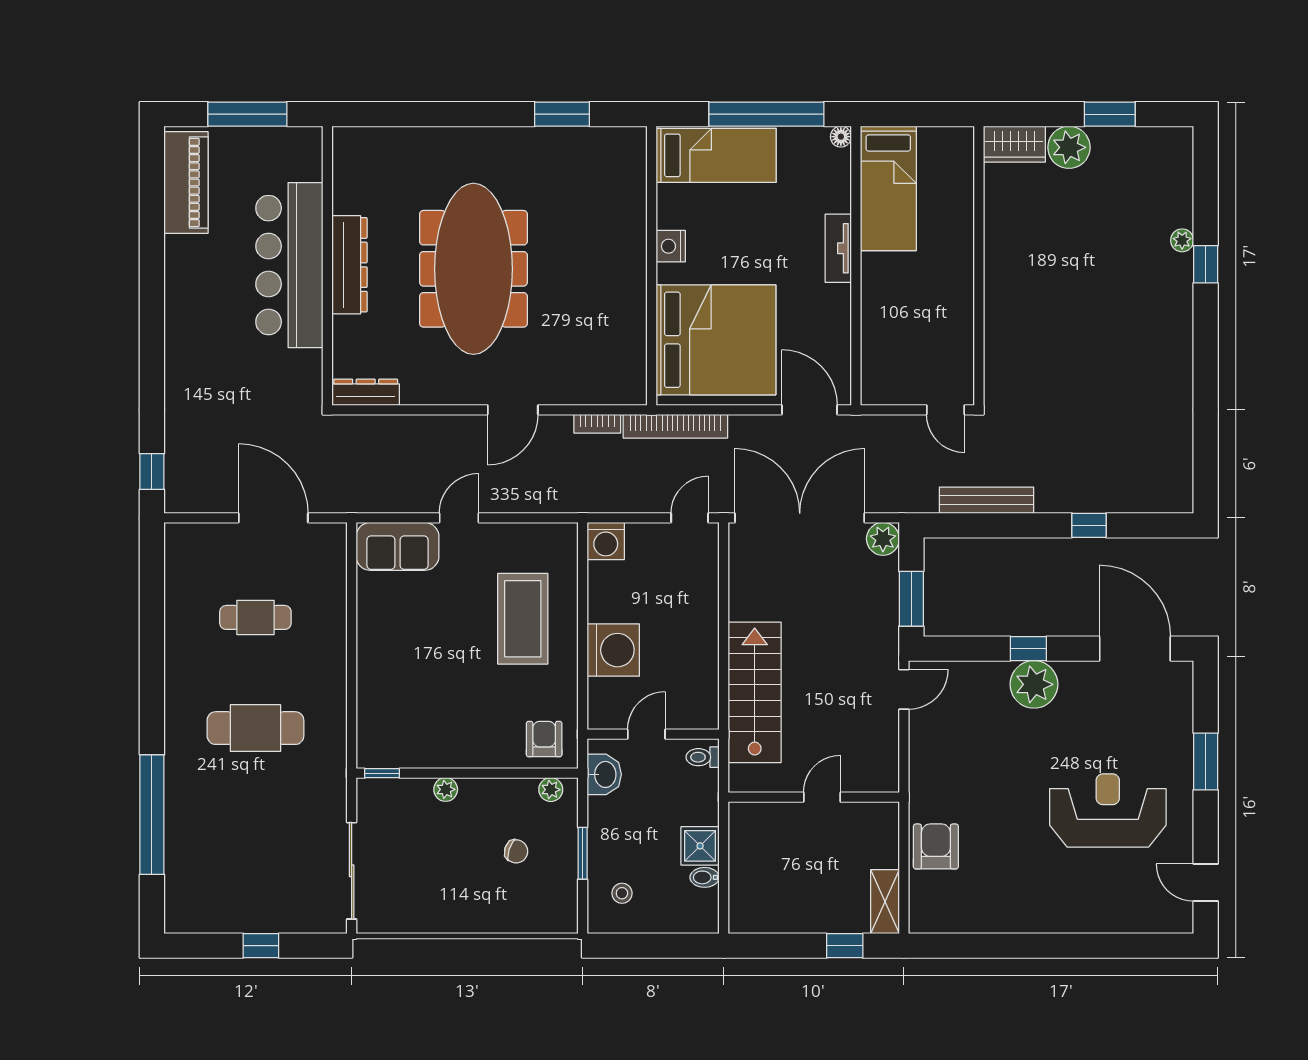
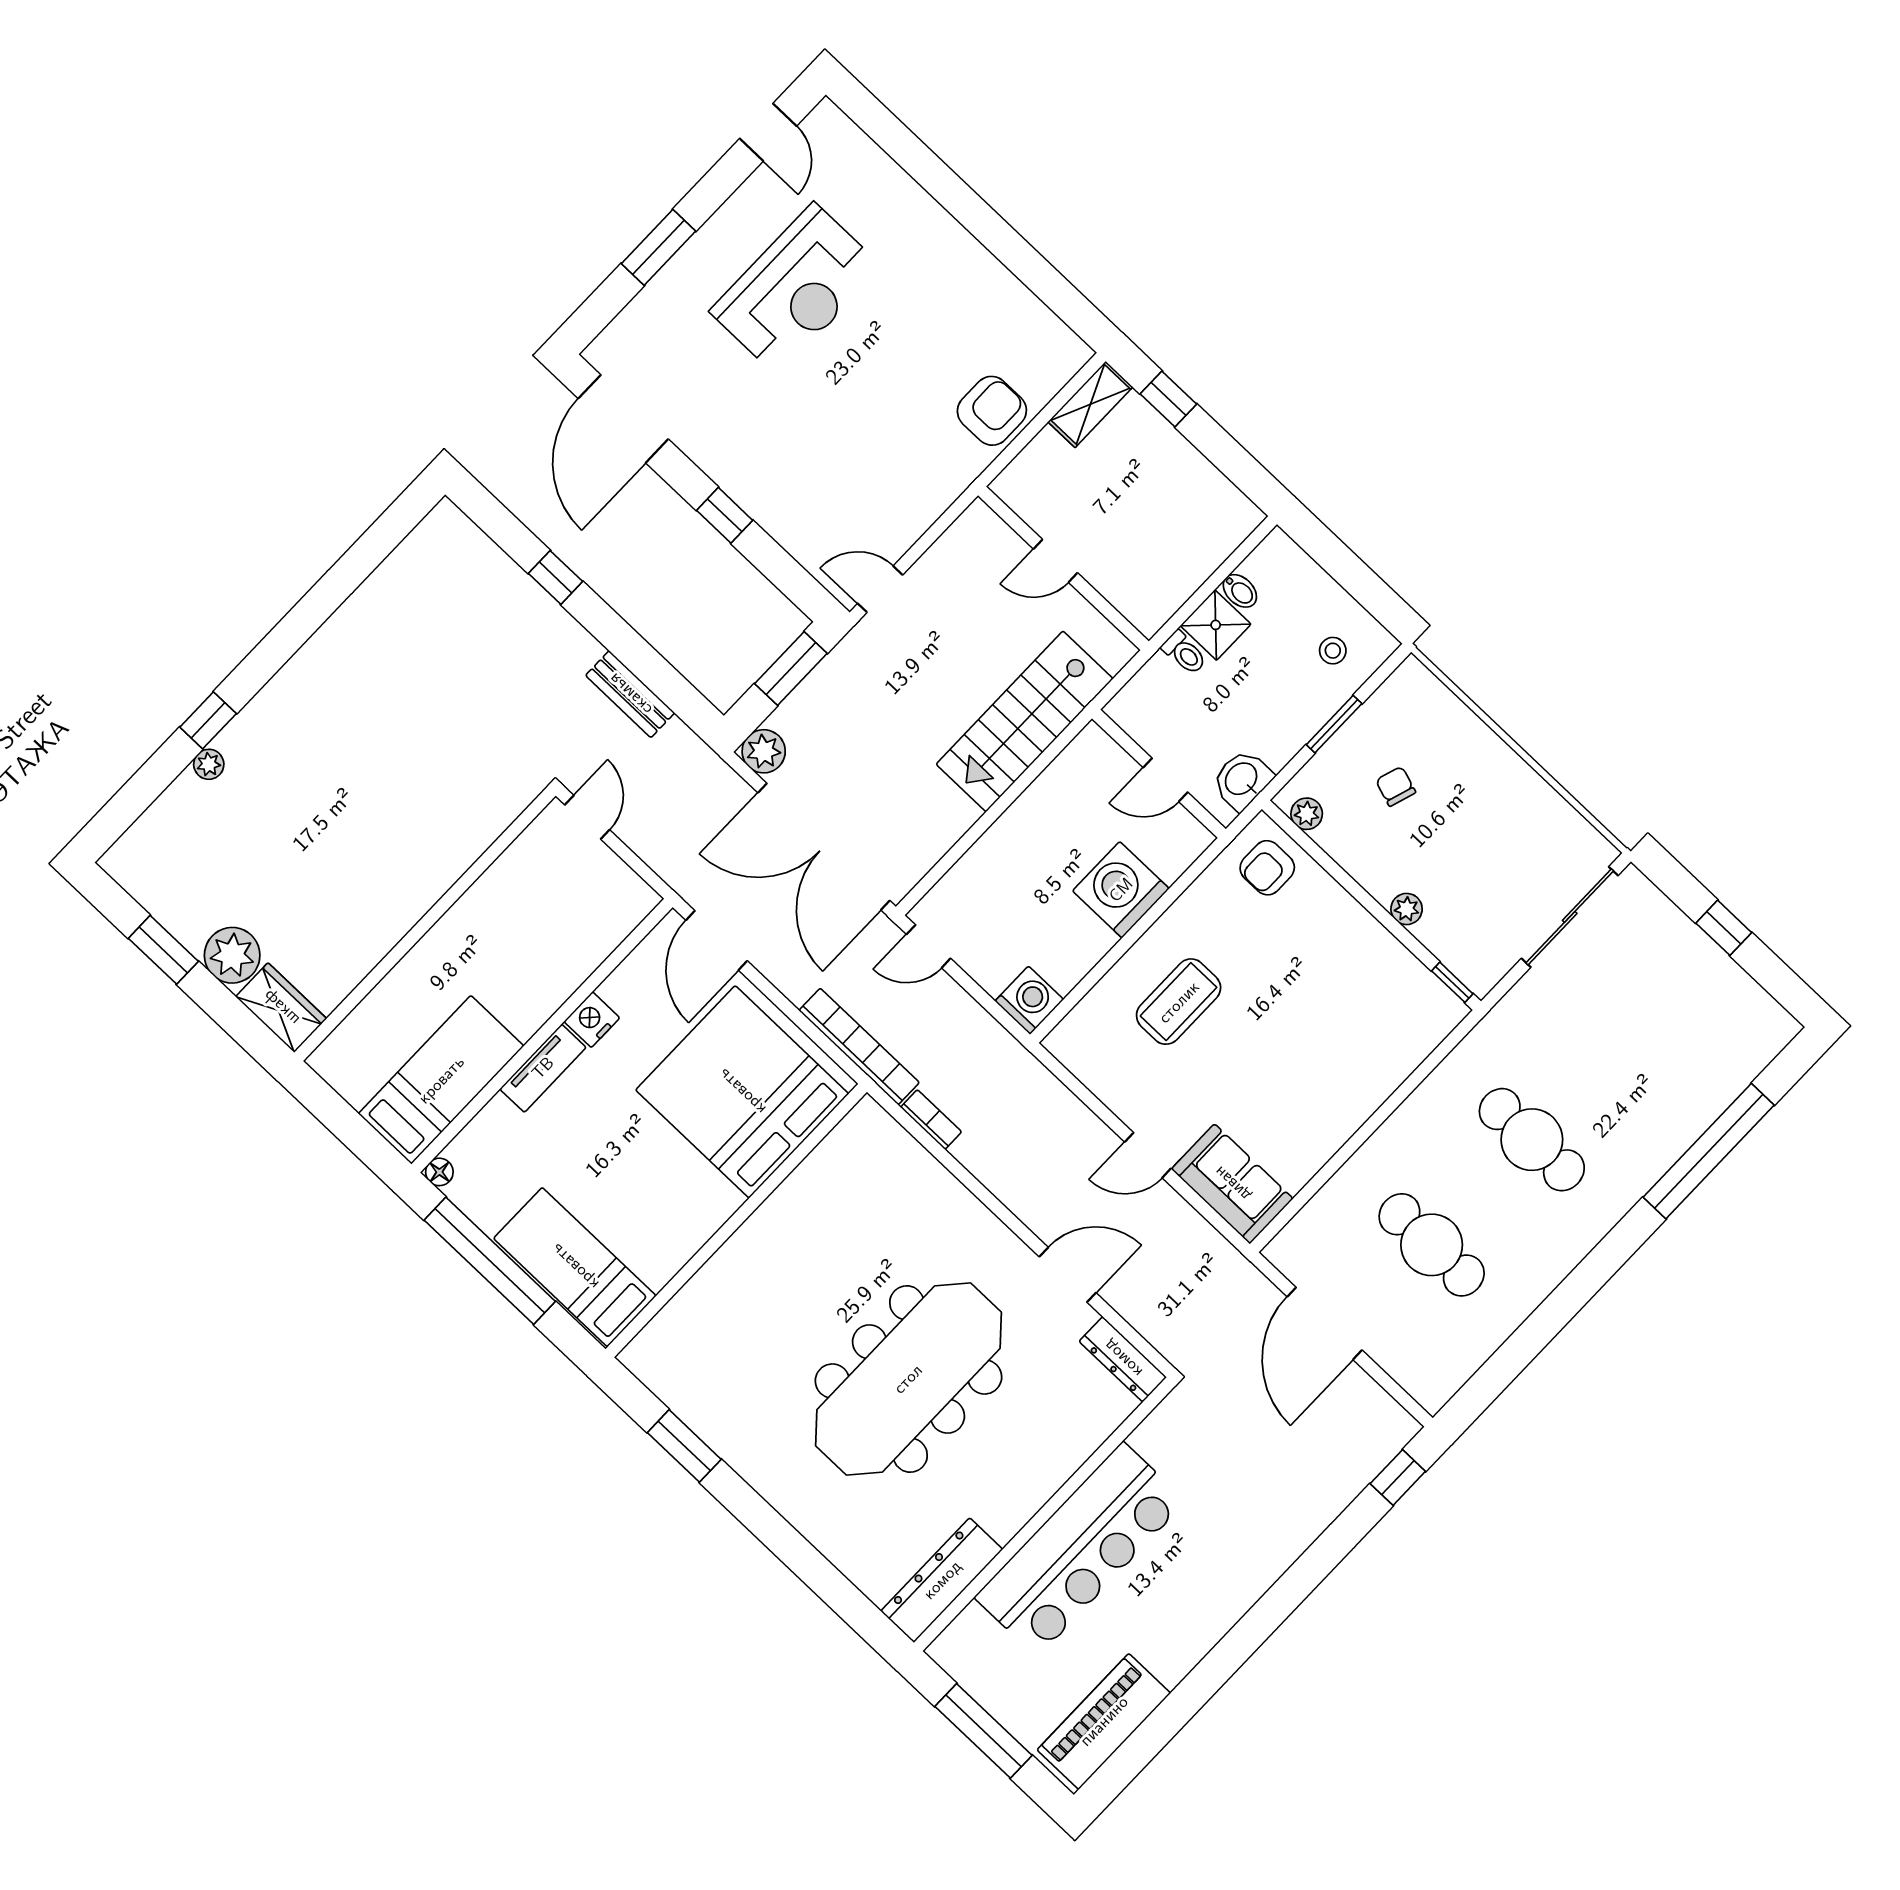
nightstand: (671, 246) -> (592, 1020), moved, turned 180
dresser: (350, 265) -> (942, 1580), moved
door: (513, 410) -> (1068, 1275), moved
bench: (987, 500) -> (630, 694), width x0.73
cafe table: (255, 617) -> (1432, 1245), width x1.37, depth x1.35
coffee table: (523, 619) -> (1179, 1002), width x0.73, depth x0.76
plant: (1034, 684) -> (752, 476), removed
toilet: (703, 757) -> (1184, 653), moved
reception desk: (1108, 811) -> (796, 289), turned -90
armchair: (936, 846) -> (992, 411), turned 180

